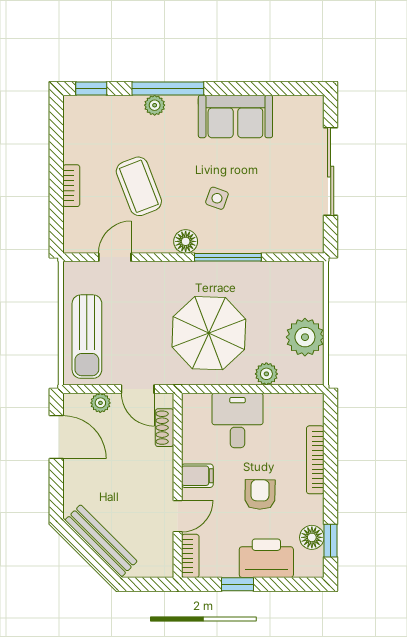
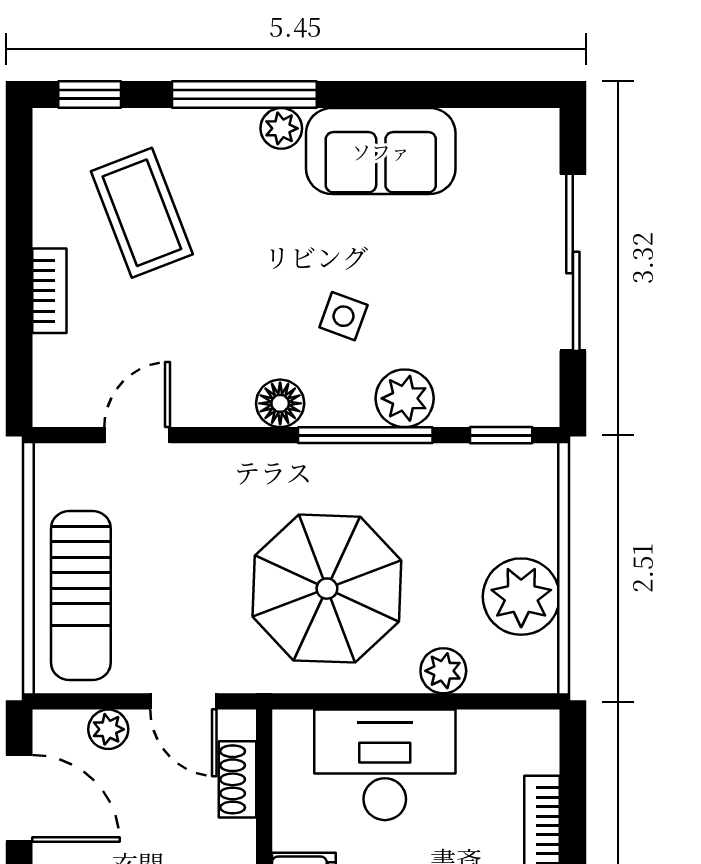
plant: (155, 105) -> (281, 128), moved
coffee table: (139, 186) -> (142, 213), moved
plant: (247, 239) -> (405, 398), added
window: (295, 257) -> (501, 435), added
desk: (237, 420) -> (385, 765), width x1.37

